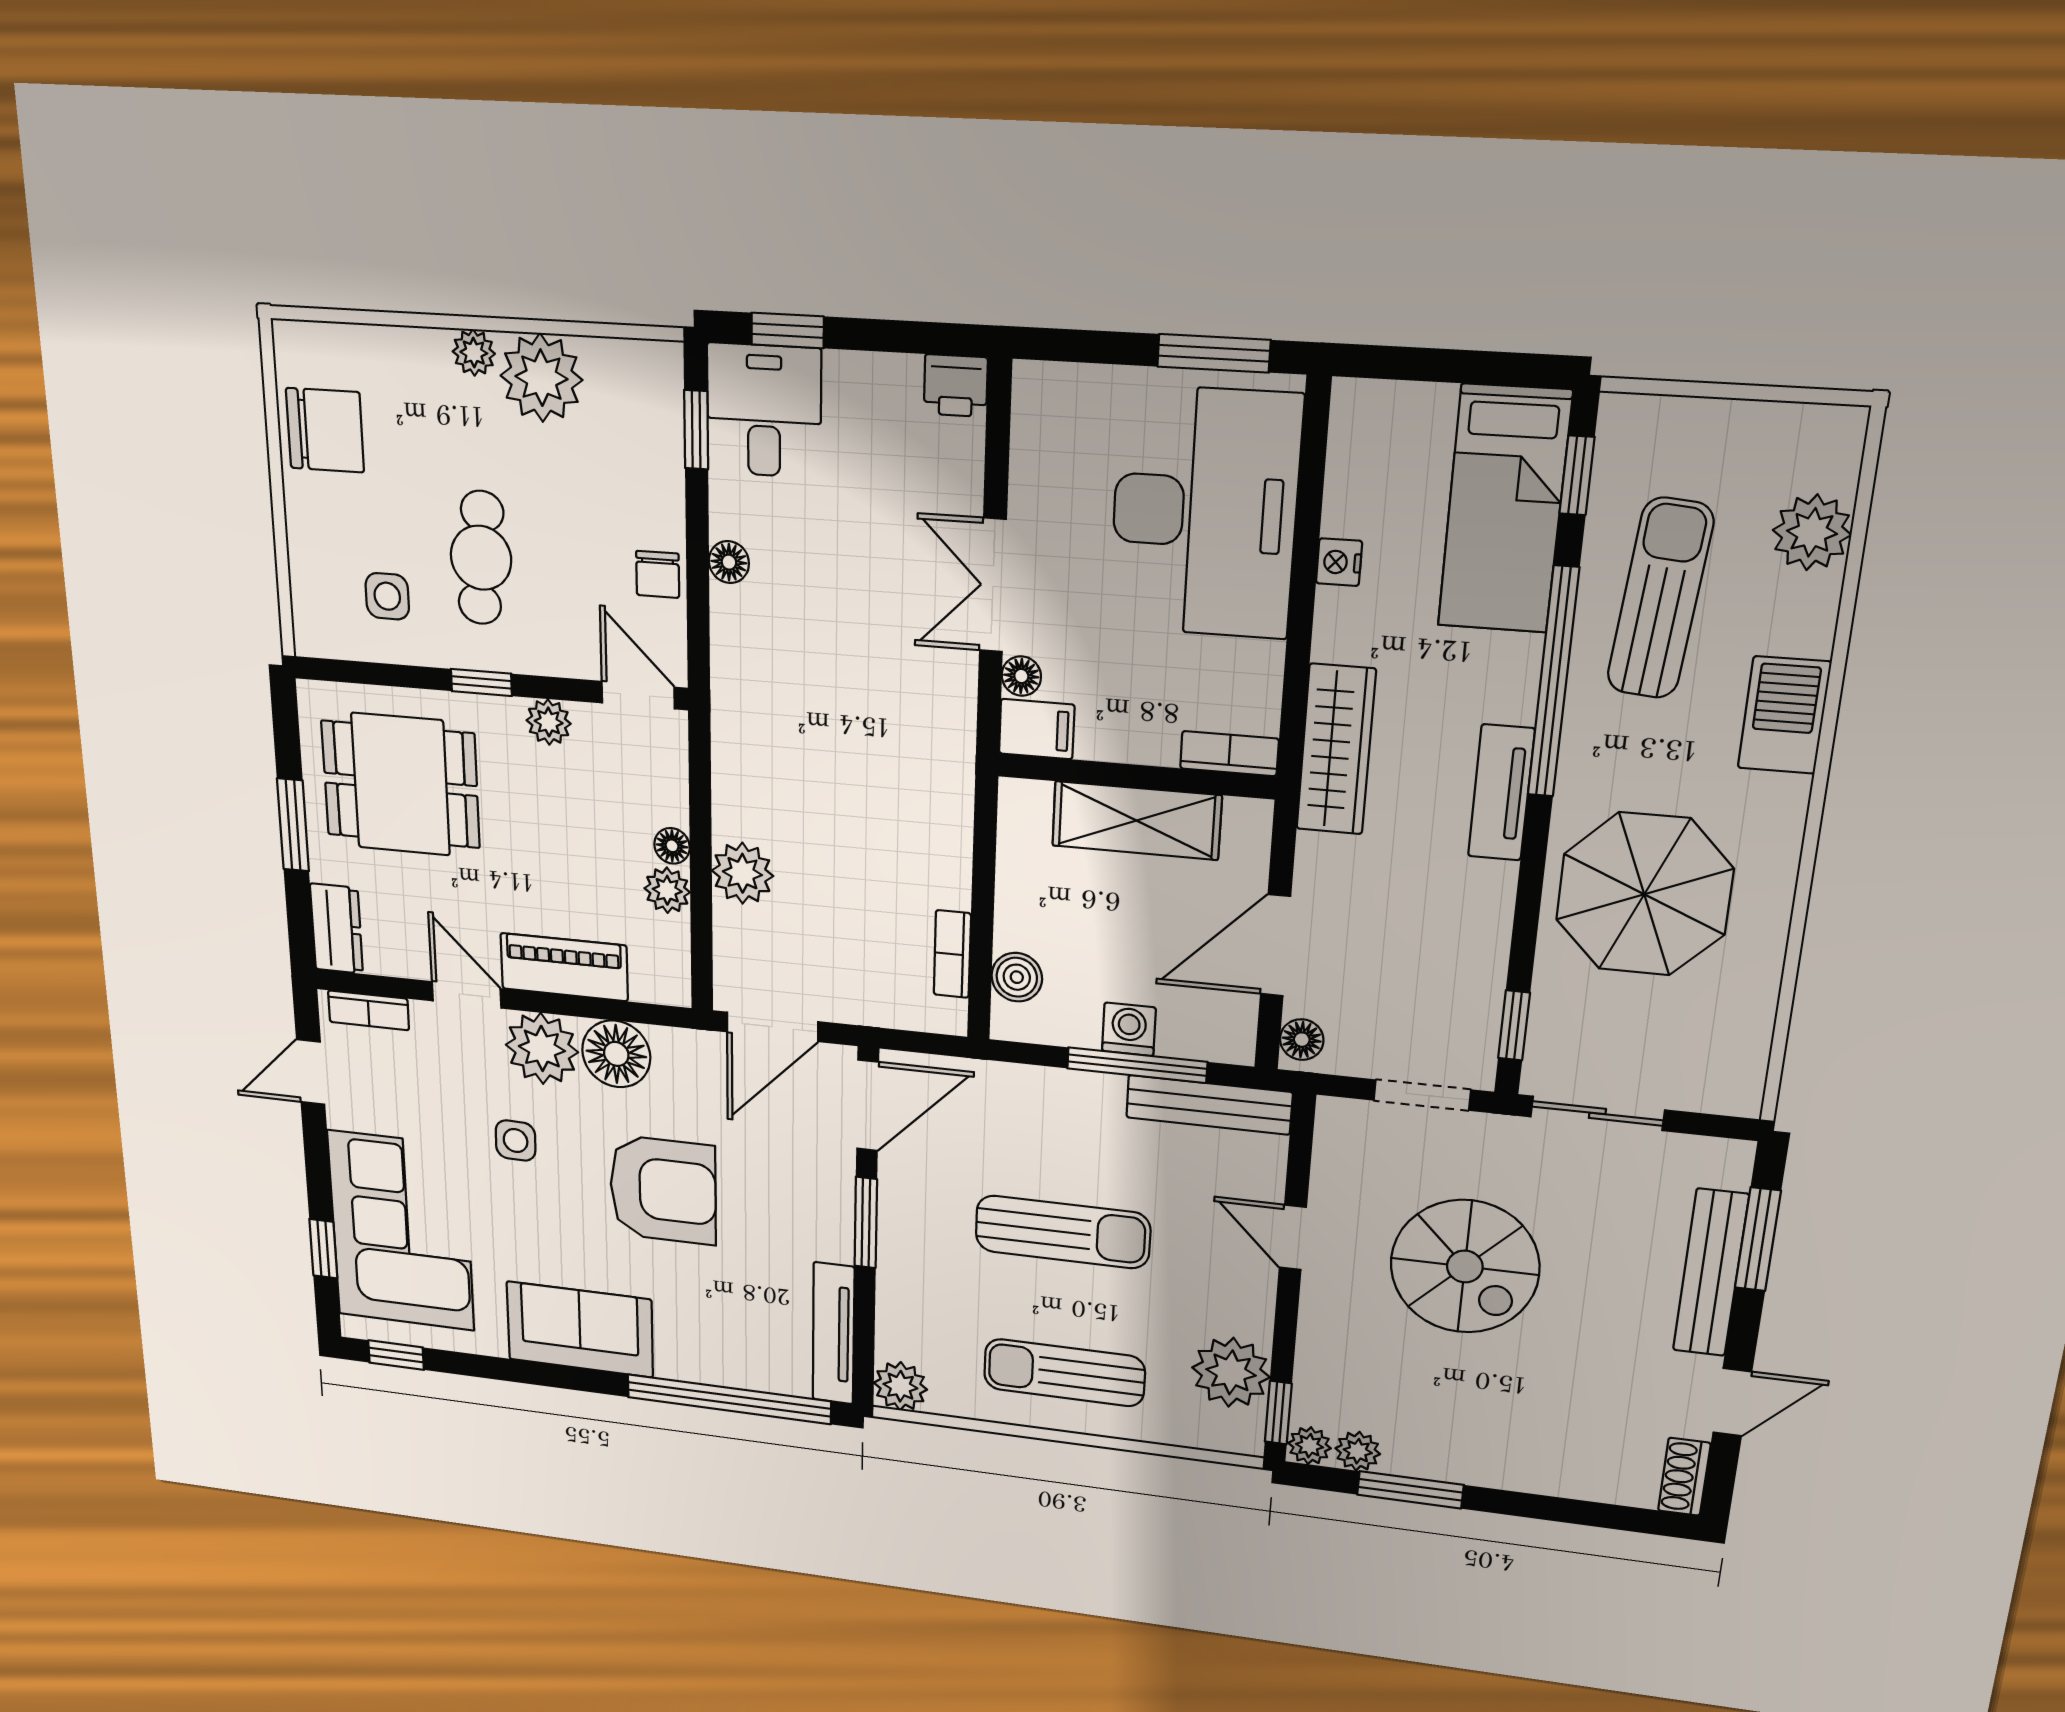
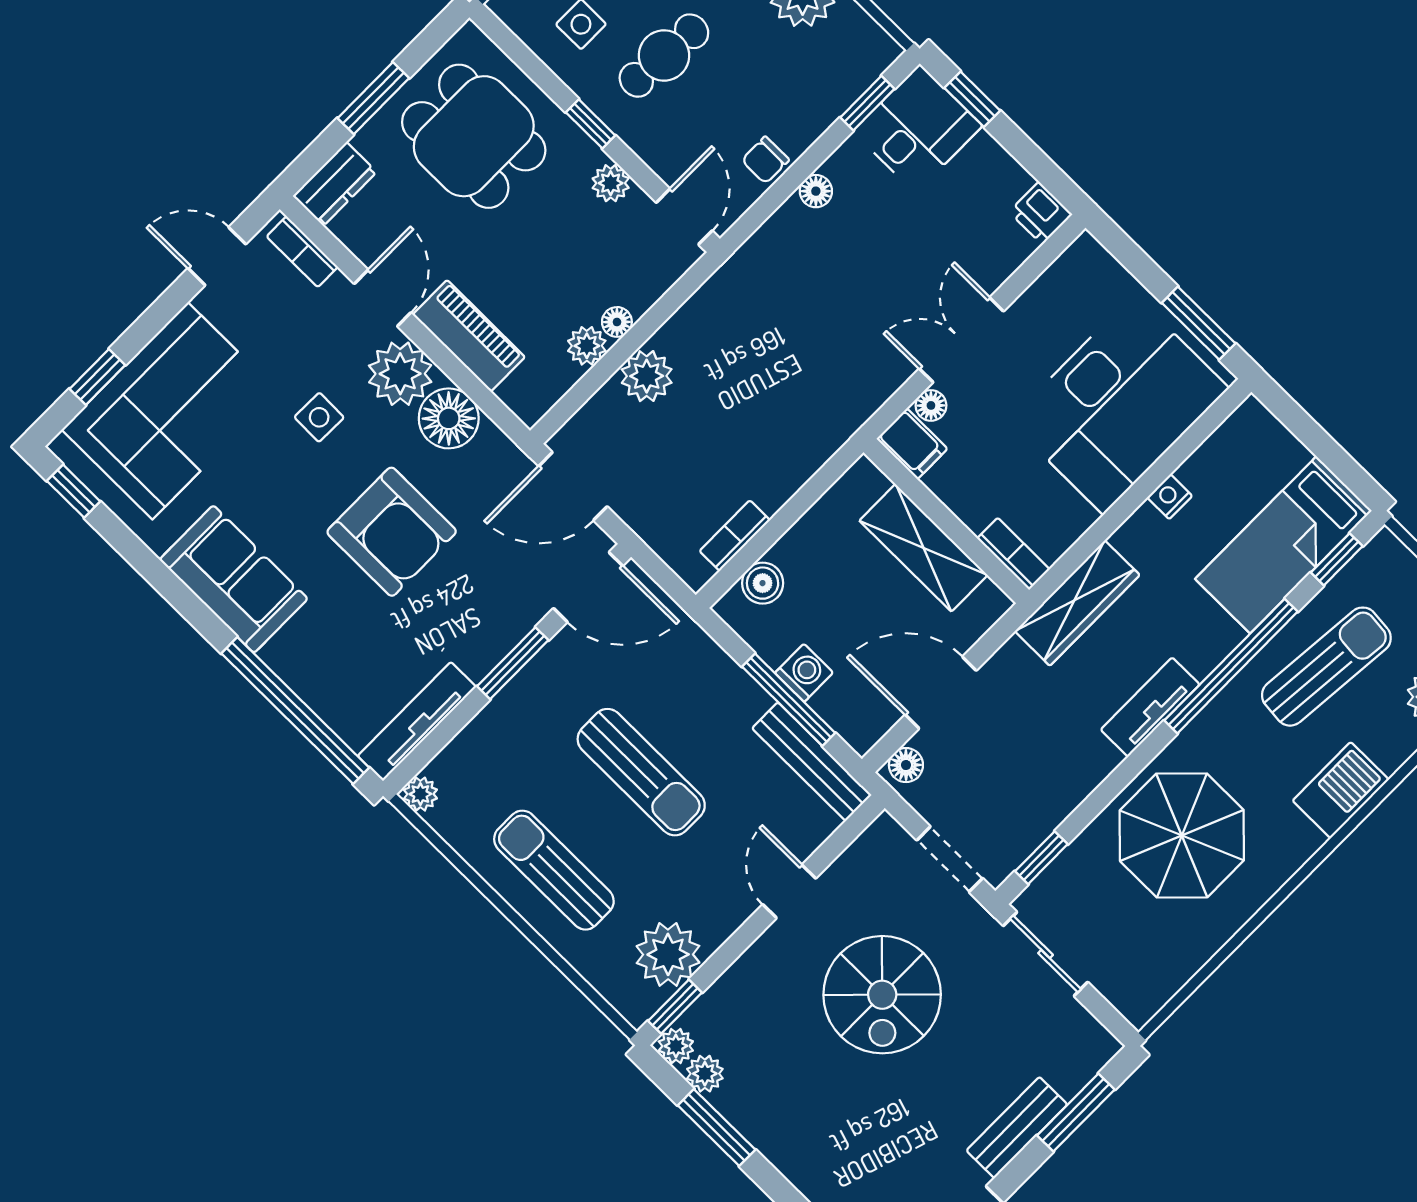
bench: (1711, 1273) -> (1017, 1128), width x0.73
plant: (900, 1386) -> (420, 794), width x0.73, depth x0.73

